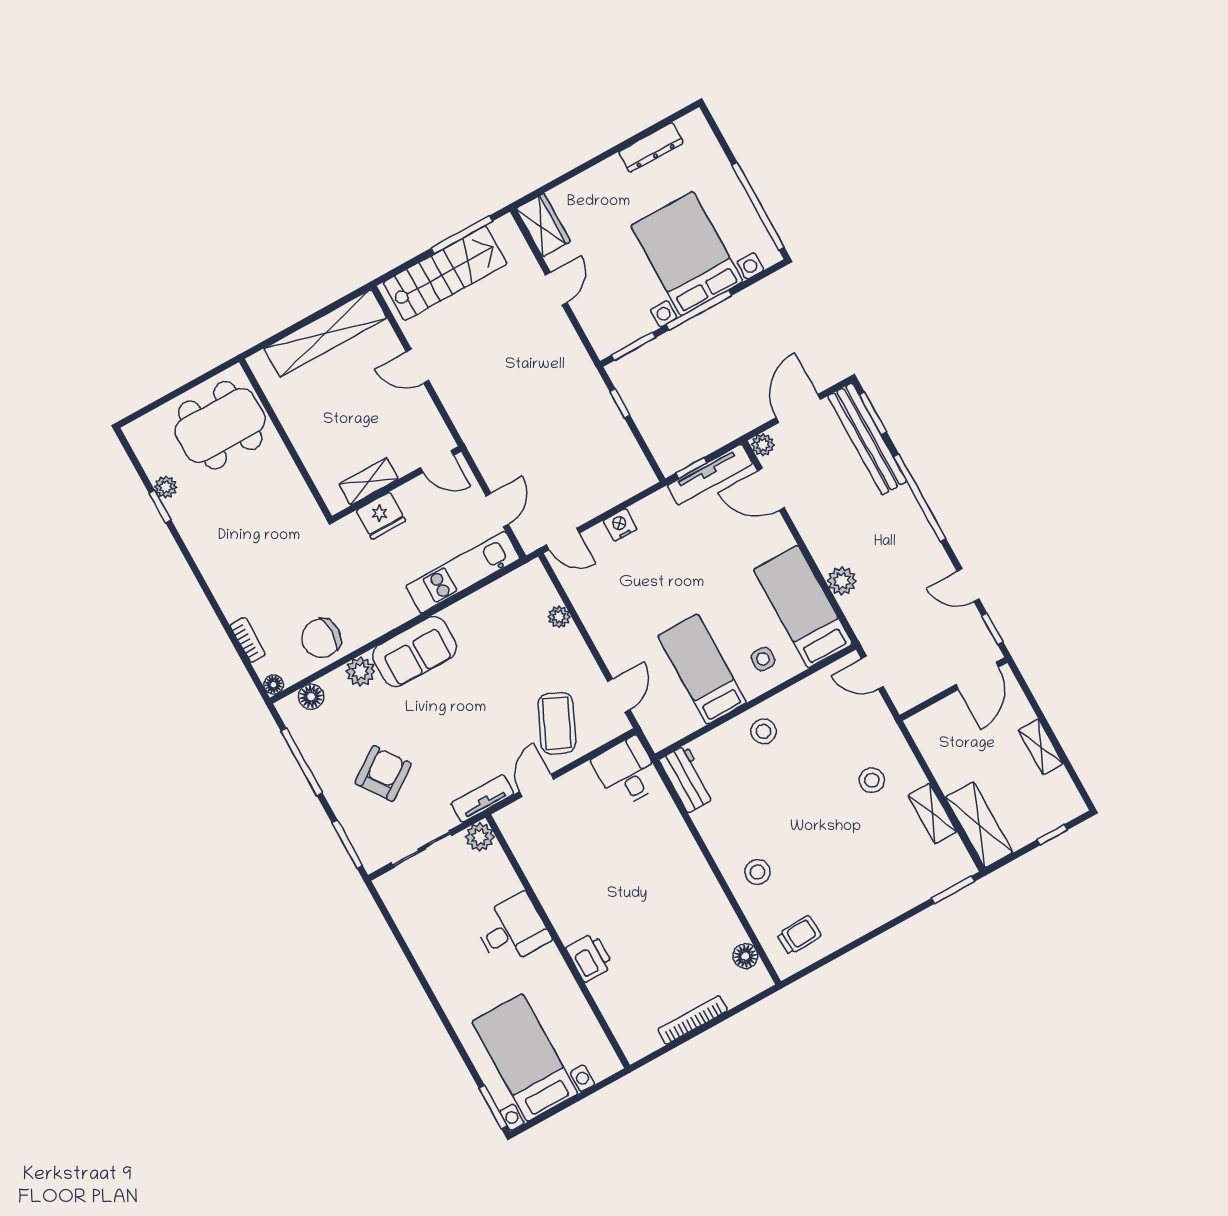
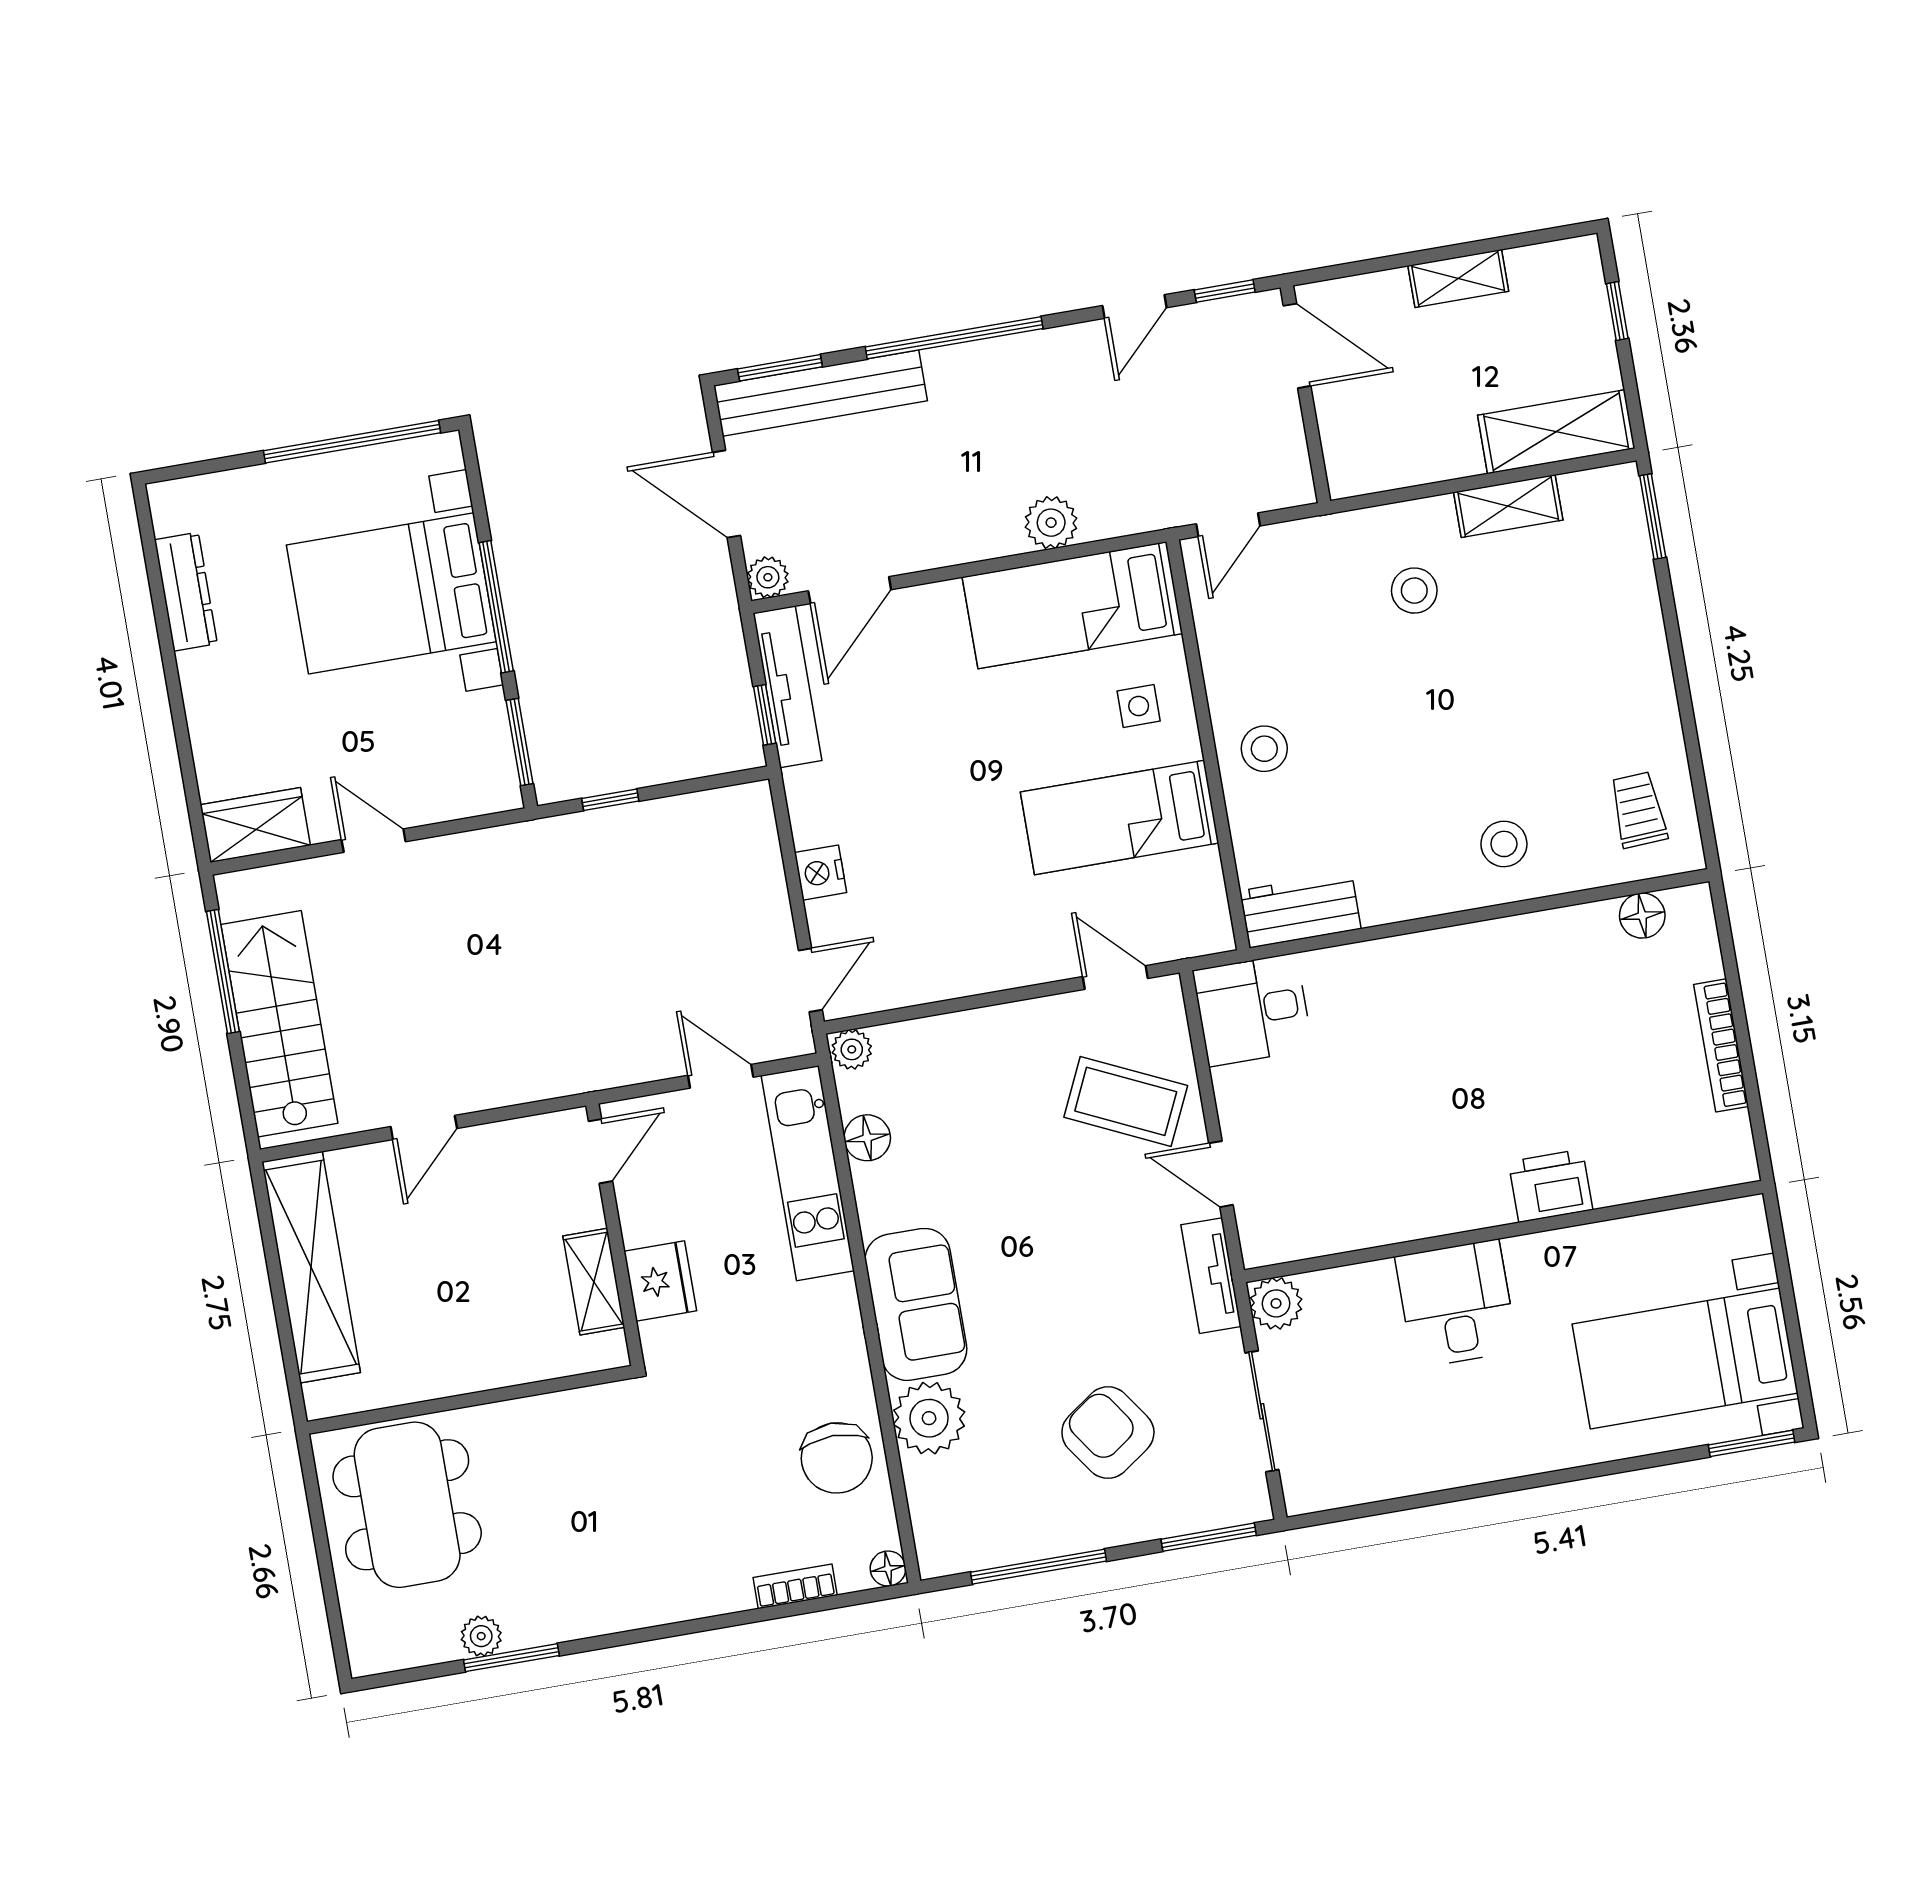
window: (160, 507) -> (511, 1658), width x1.50
plant: (559, 617) -> (852, 1049), moved
plant: (360, 672) -> (929, 1418), width x1.36, depth x1.36
floor lamp: (311, 697) -> (867, 1138), moved

